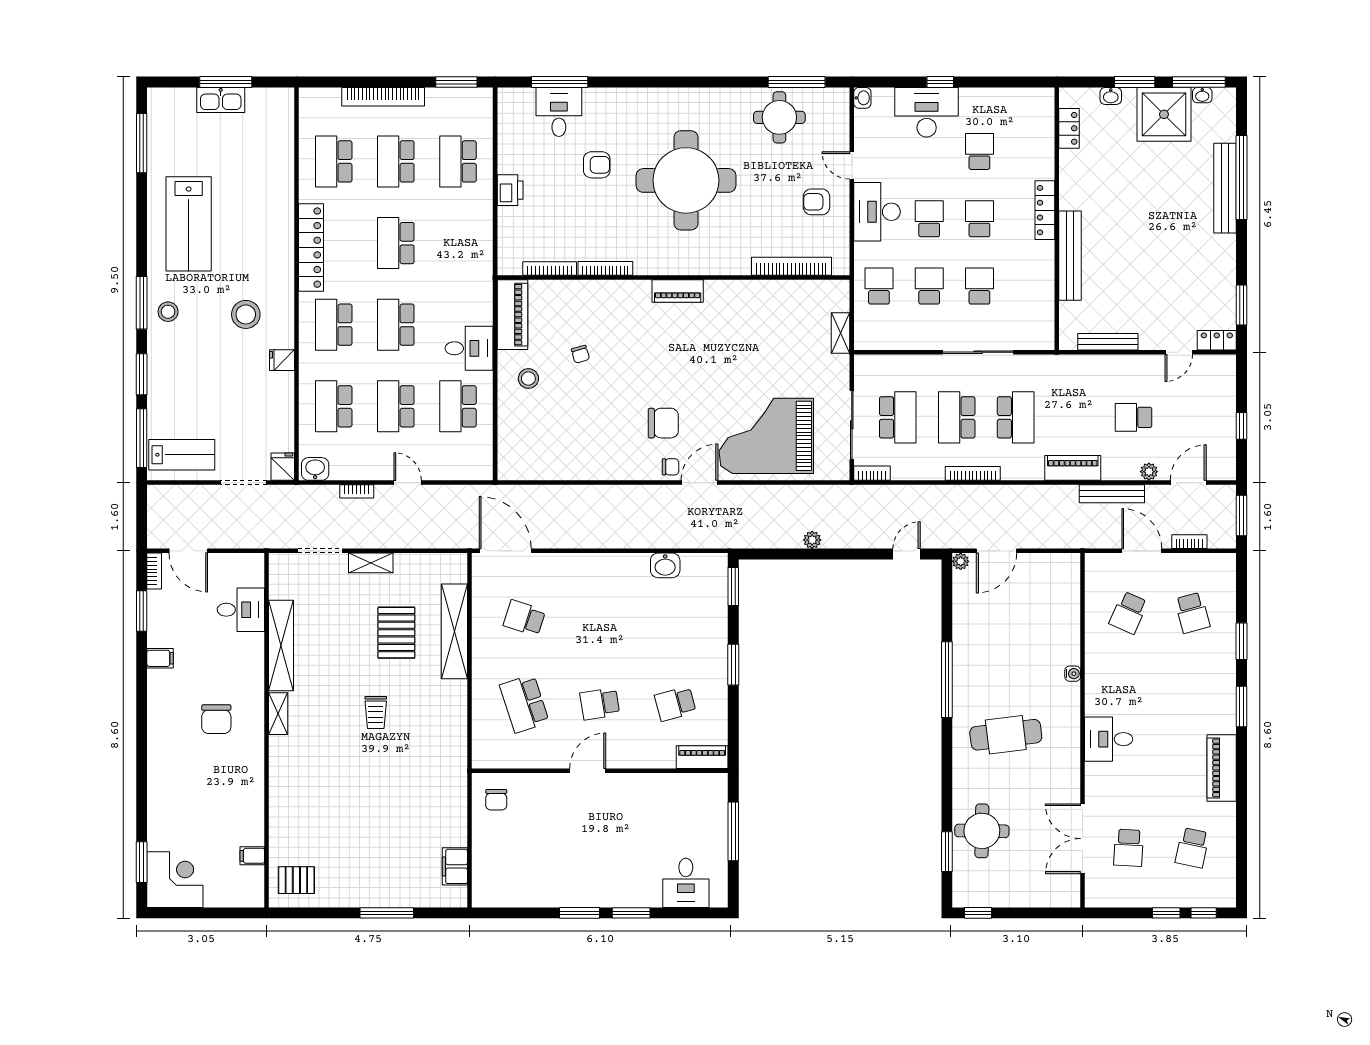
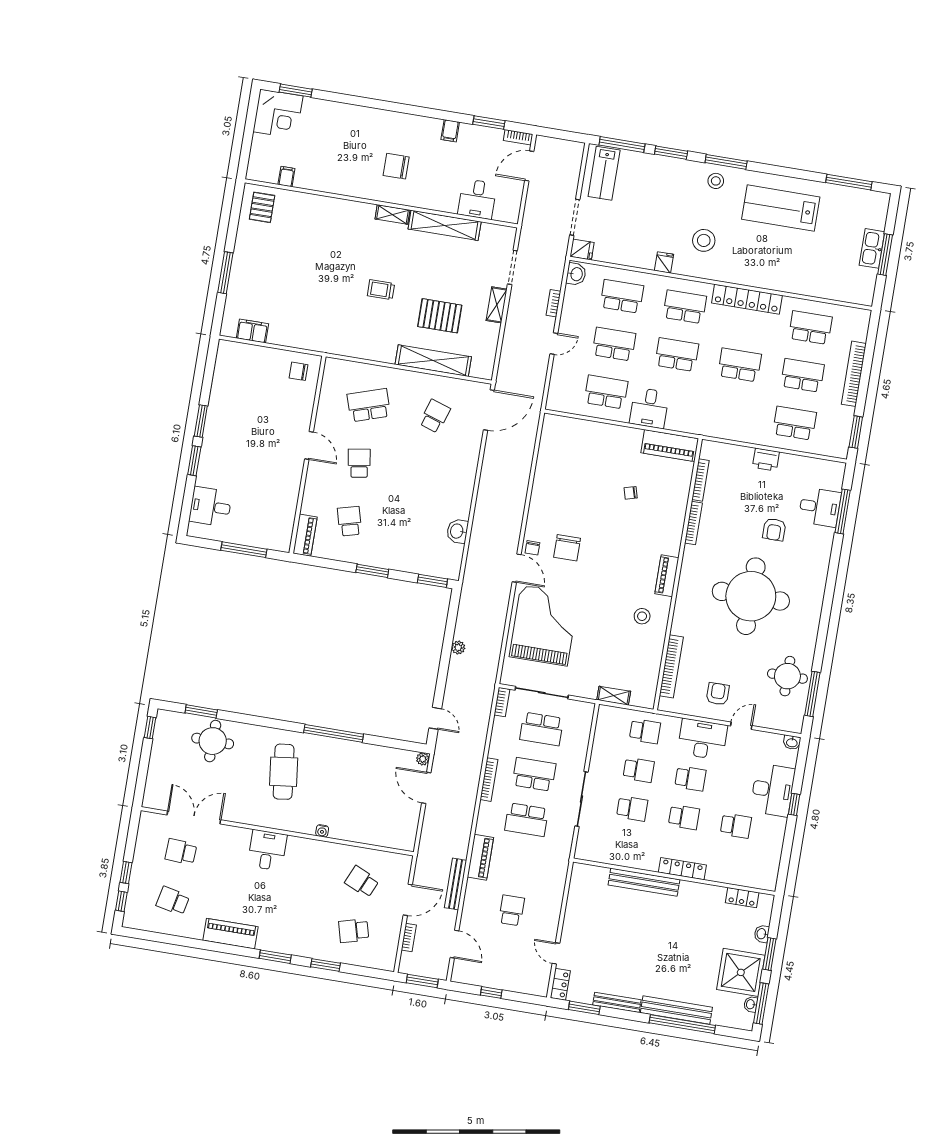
bench: (1108, 342) -> (617, 1002), moved, turned 90
stool: (528, 379) -> (642, 616), moved
plant: (1149, 472) -> (468, 915), removed

